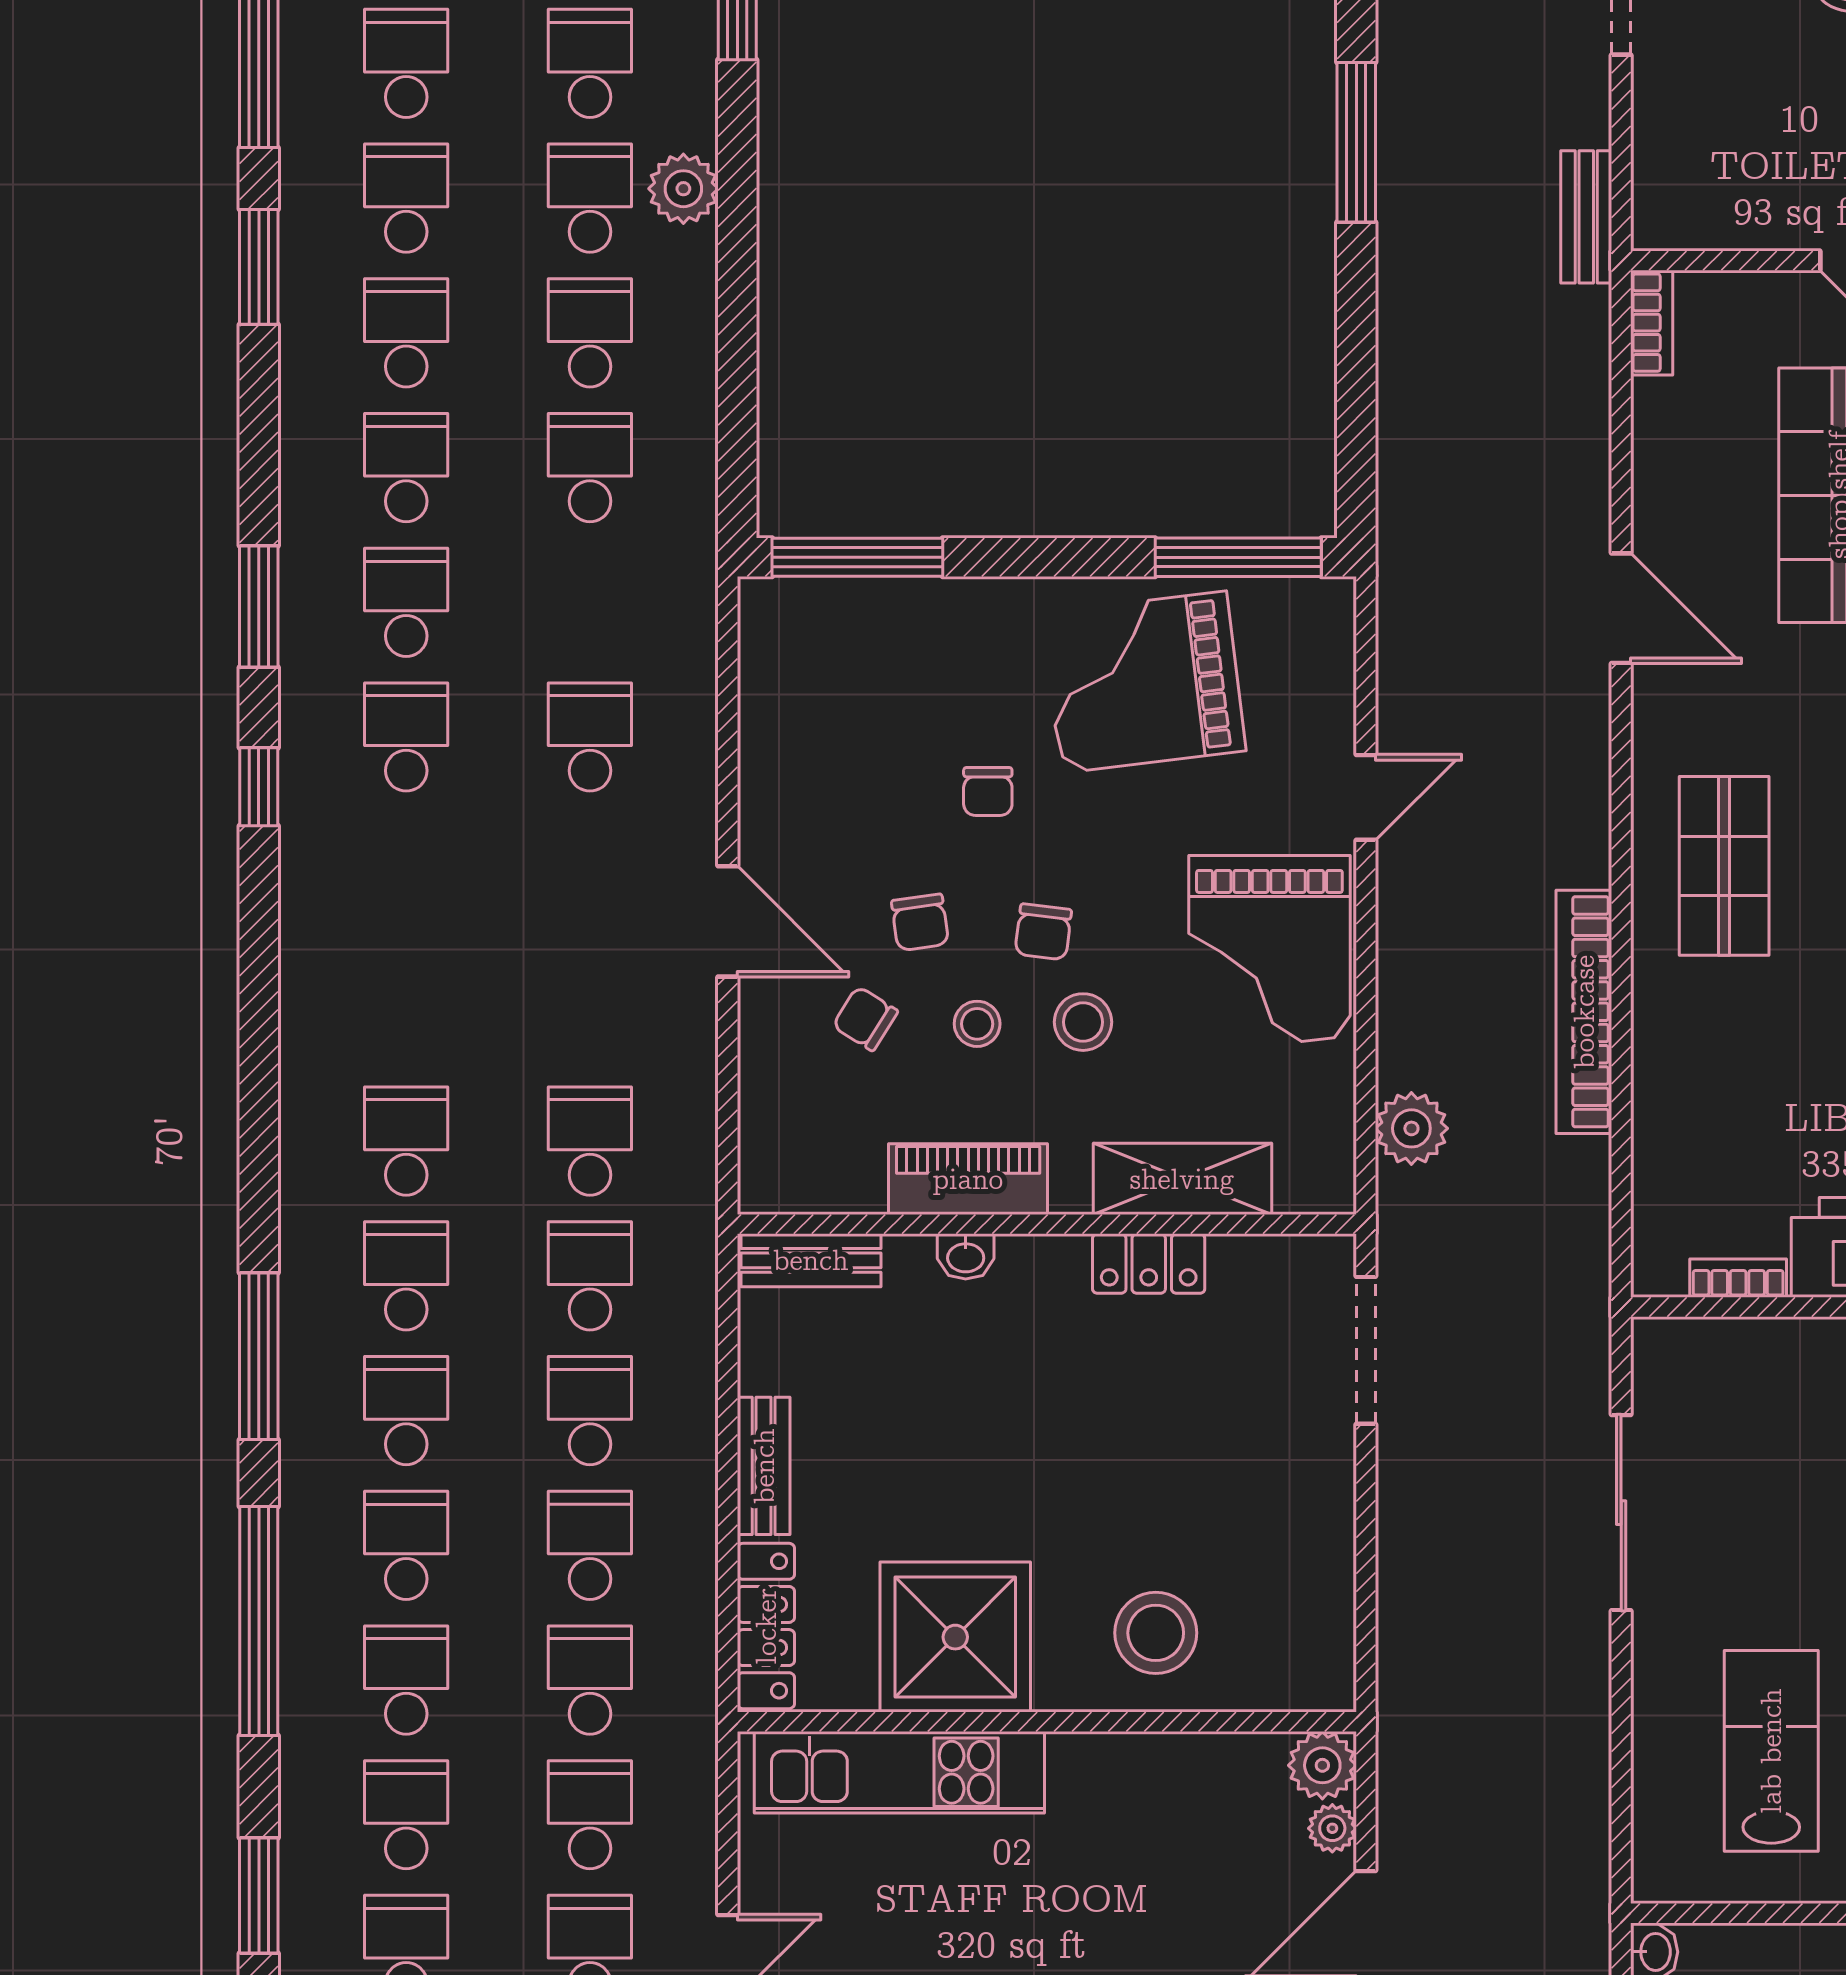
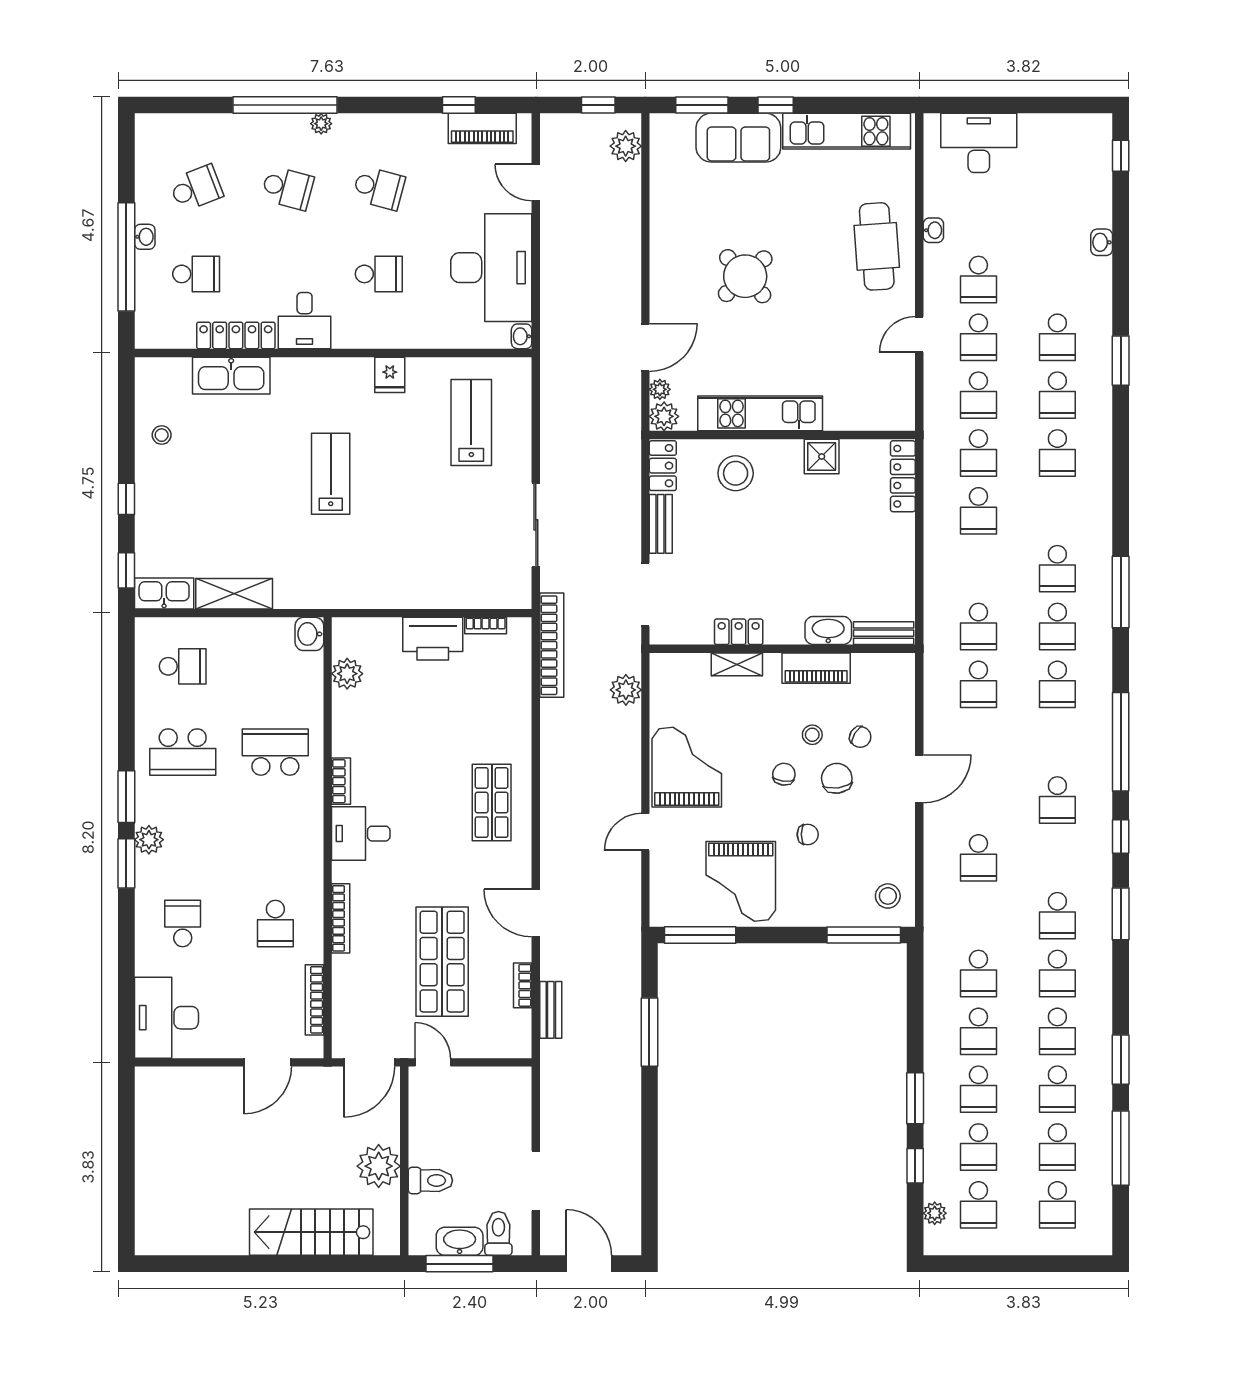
window: (1356, 142) -> (649, 1032), moved
window: (737, 177) -> (915, 1098), added
plant: (683, 189) -> (938, 1093), removed
bench: (1586, 217) -> (551, 1010), moved
bookcase: (1652, 323) -> (523, 985), moved
grand piano: (1144, 682) -> (741, 881), turned 97
school desk: (406, 737) -> (1057, 800), moved
chair: (988, 791) -> (808, 834), turned 90
door: (728, 921) -> (919, 779), swing flipped
chair: (920, 922) -> (837, 778), width x1.37, depth x1.37
bookcase: (1584, 1012) -> (552, 645), moved
stool: (1083, 1022) -> (888, 896), moved
shelving: (1182, 1179) -> (737, 664), width x0.67, depth x0.75
washbasin: (966, 1256) -> (828, 630), width x1.91, depth x1.45
school desk: (590, 1411) -> (978, 569), removed
bench: (764, 1466) -> (661, 524), moved
school desk: (406, 1545) -> (1057, 511), removed
window: (259, 1621) -> (1121, 742), moved
shower: (955, 1637) -> (822, 457), width x0.54, depth x0.54
locker: (1325, 1651) -> (663, 466), added
lab bench: (1771, 1751) -> (471, 423), turned 180
kitchen unit: (899, 1772) -> (760, 413), moved

